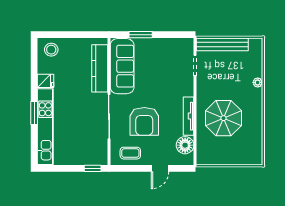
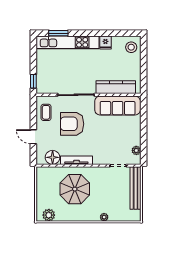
window: (141, 35) -> (144, 121), removed
plant: (177, 43) -> (136, 150), added
window: (34, 113) -> (58, 33), moved
plant: (255, 150) -> (49, 215), added

